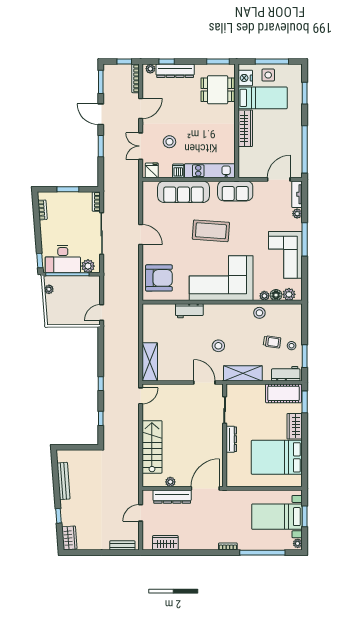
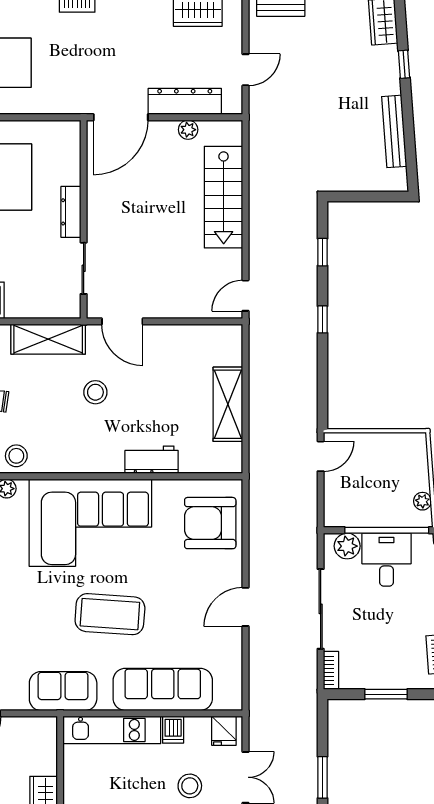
door: (141, 235) -> (246, 607), hinge flipped
desk: (63, 259) -> (386, 560), width x0.73
shelving: (150, 362) -> (228, 404), moved

